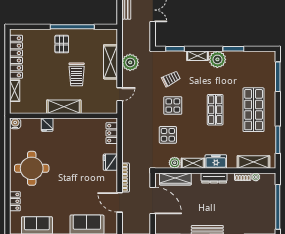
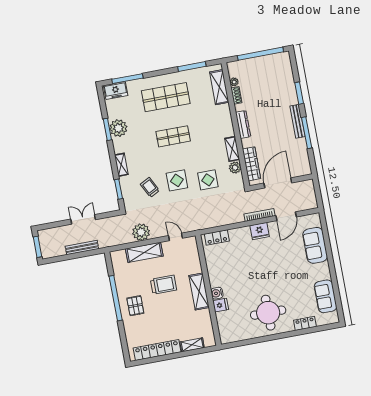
pallet: (62, 44) -> (135, 306), turned 90
plant: (217, 59) -> (118, 128), moved
water cooler: (15, 123) -> (217, 293), moved
fridge: (110, 162) -> (260, 231), moved
freezer: (216, 162) -> (116, 90), moved, turned -90

